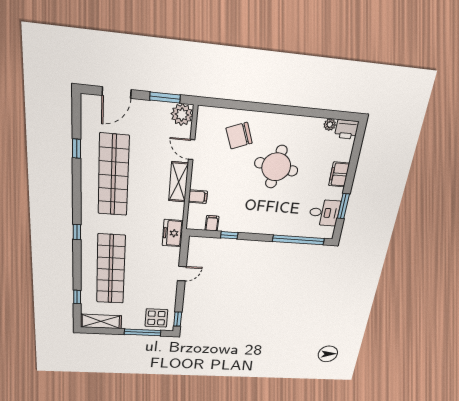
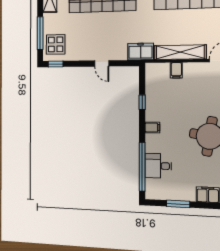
shelving: (179, 182) -> (180, 52), width x1.47
desk: (324, 213) -> (158, 166), moved, turned 90
filing cabinet: (212, 223) -> (152, 128), moved

